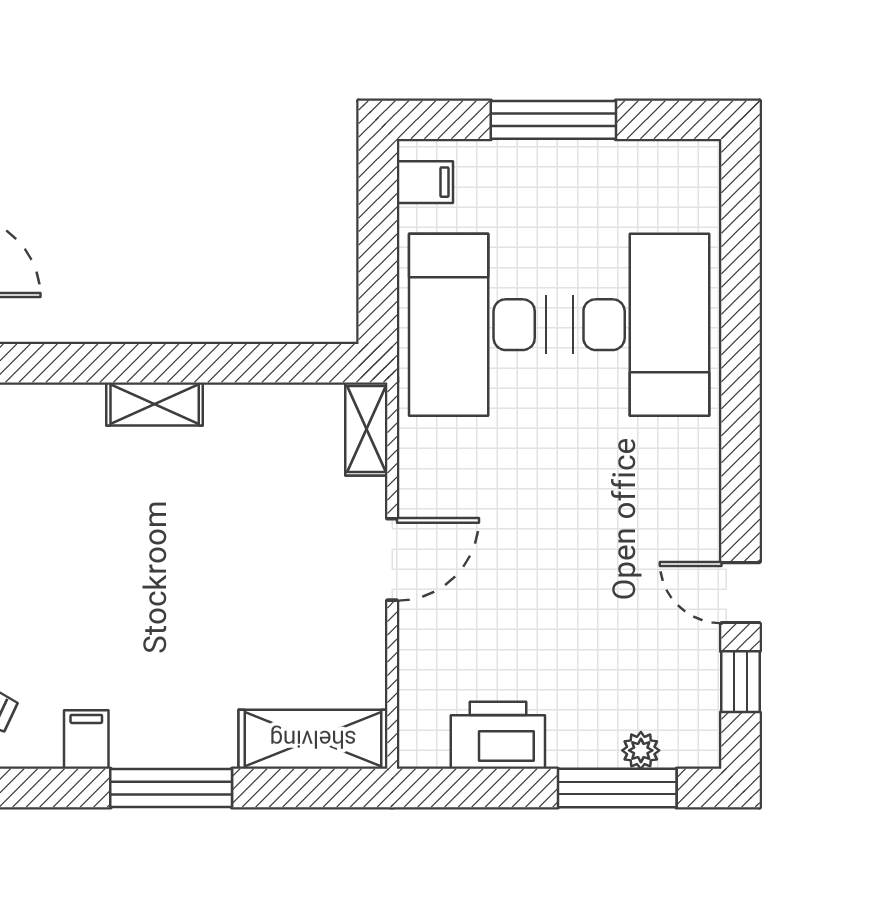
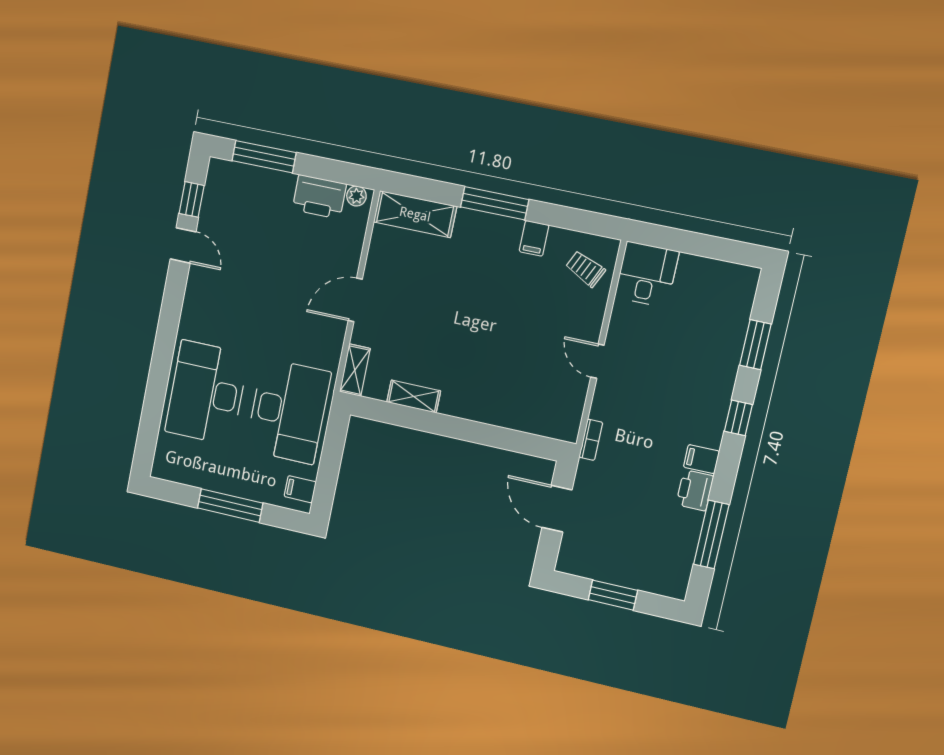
shelving: (155, 404) -> (414, 397), moved
plant: (641, 750) -> (356, 196), moved

